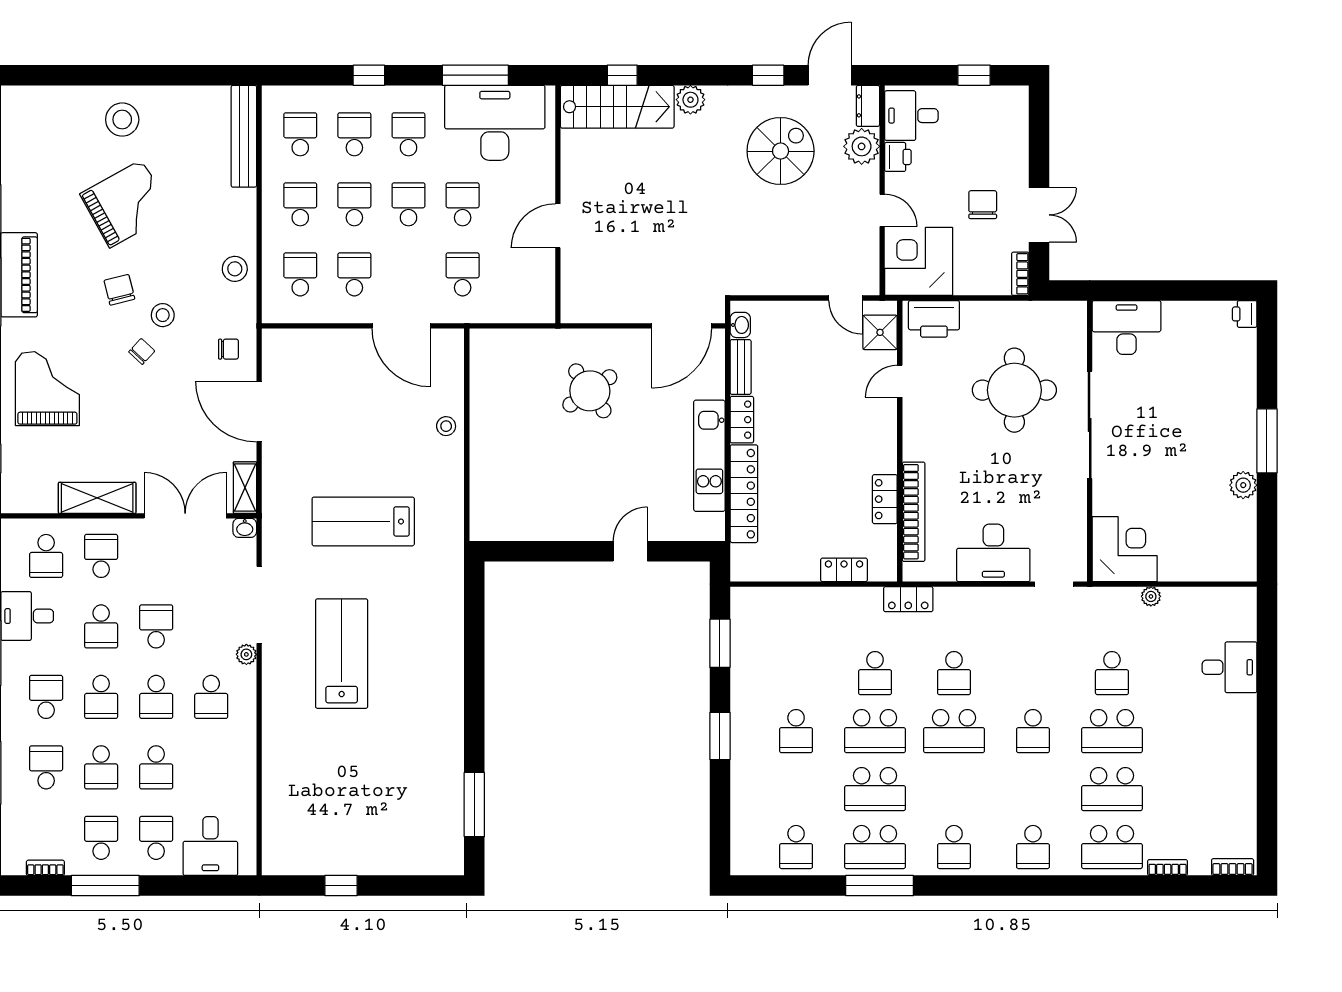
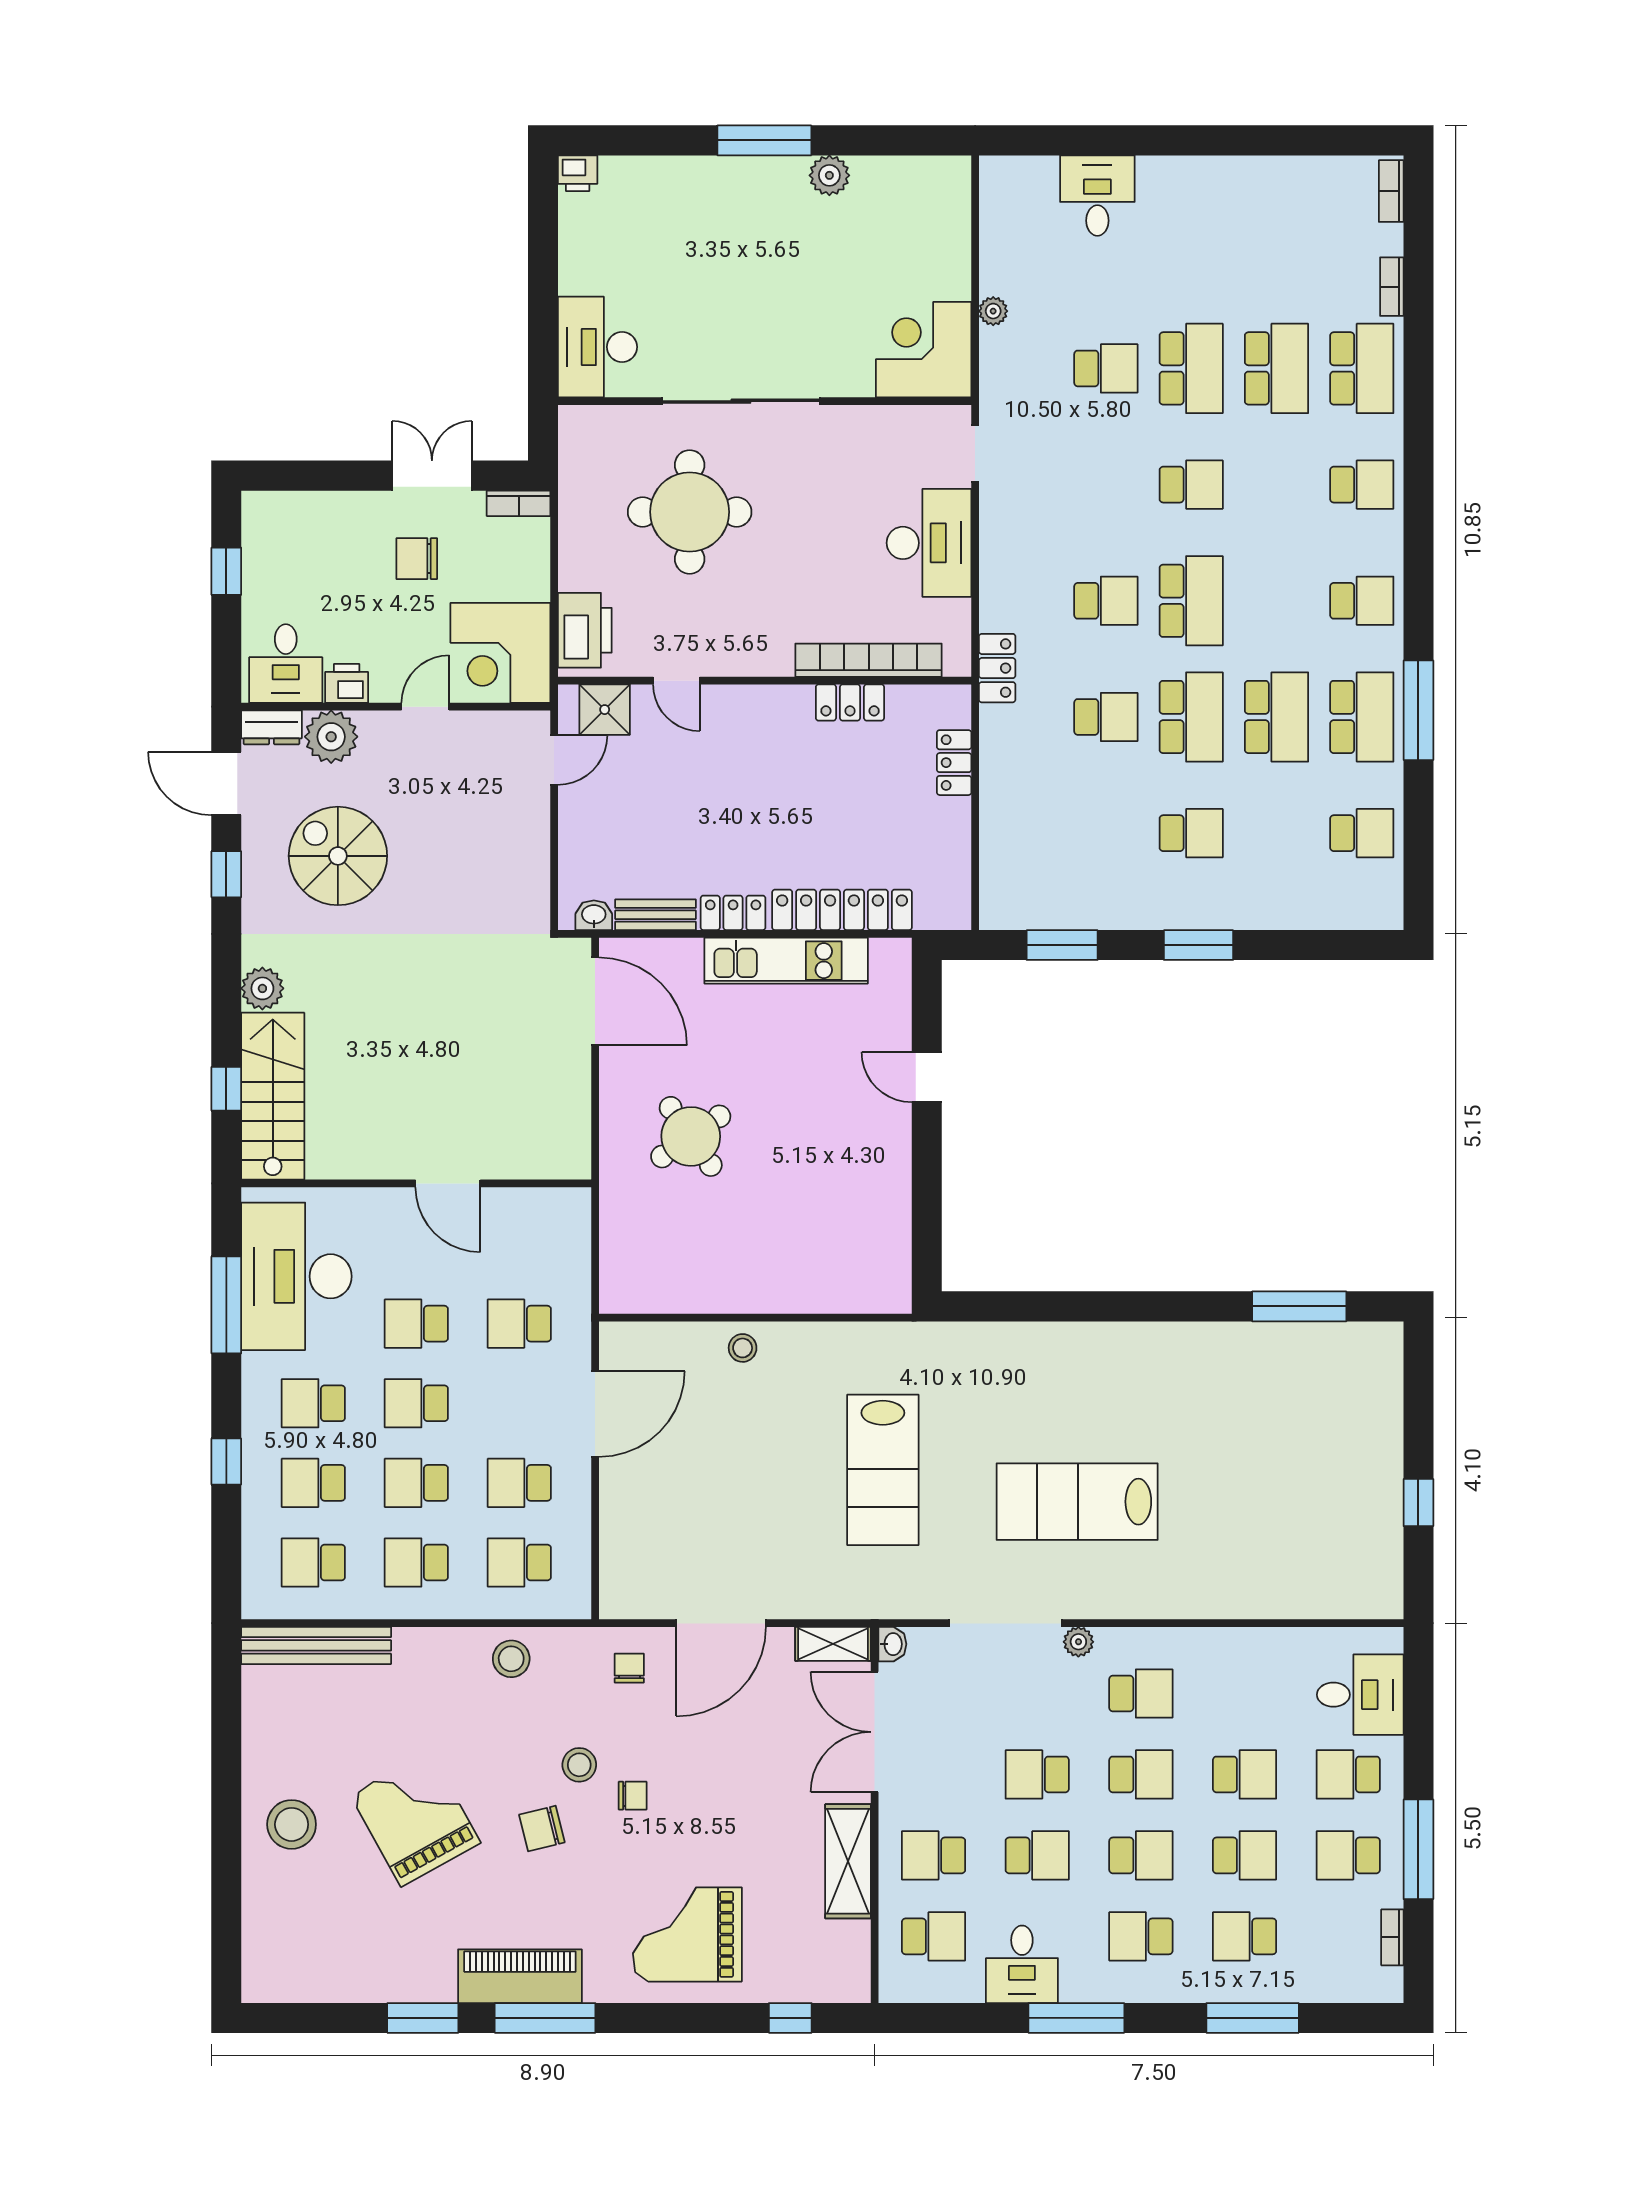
chair: (142, 351) -> (633, 1796), turned 137

